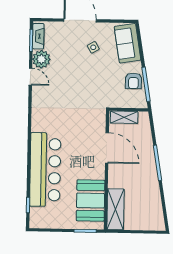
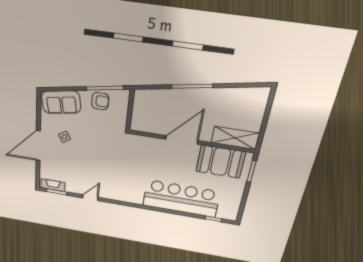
plant: (41, 59) -> (74, 186), removed
shelving: (124, 117) -> (138, 116), removed
door: (107, 148) -> (182, 140), moved

